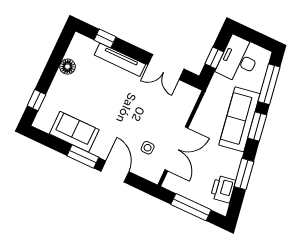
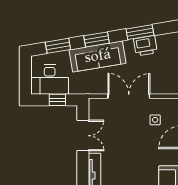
window: (269, 84) -> (58, 46), width x0.69
double door: (176, 149) -> (129, 96), moved
printer: (223, 189) -> (145, 46), moved

